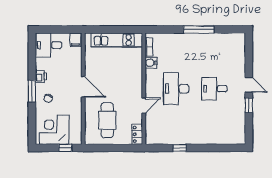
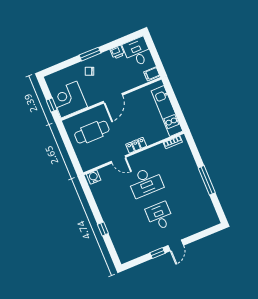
water cooler: (151, 63) -> (94, 177), moved
printer: (41, 76) -> (117, 52), moved
desk: (176, 89) -> (145, 182), turned 180
corner desk: (54, 130) -> (69, 99), moved, turned -90
locker: (137, 134) -> (136, 145), moved
window: (180, 148) -> (103, 229), moved

